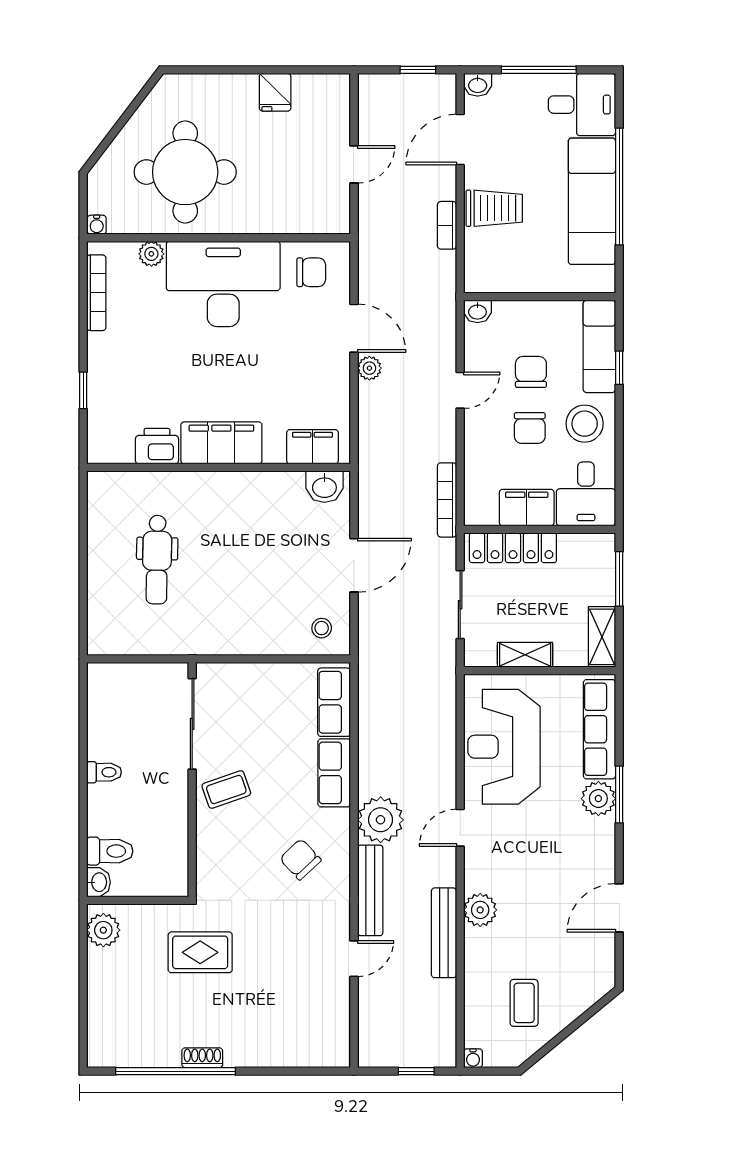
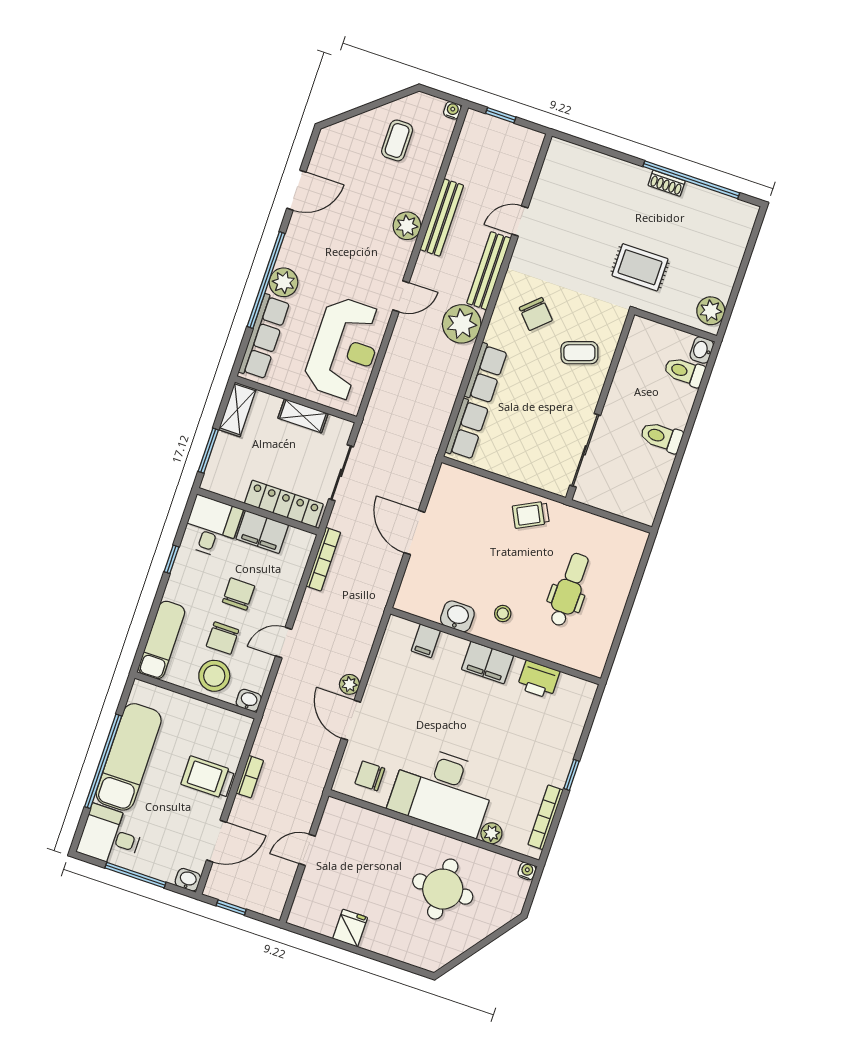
round table: (185, 172) -> (443, 889), width x0.73, depth x0.73
window: (619, 368) -> (171, 559), moved
window: (83, 390) -> (571, 775), moved
stool: (585, 424) -> (214, 676), moved
filing cabinet: (221, 443) -> (487, 662), width x0.67, depth x0.86
filing cabinet: (312, 447) -> (426, 641), width x0.50
washbasin: (324, 487) -> (457, 616), moved
door: (354, 565) -> (414, 532), hinge flipped
stool: (322, 628) -> (503, 614), moved
trolley: (229, 630) -> (531, 515), added
toilet: (104, 772) -> (661, 437), width x1.37, depth x1.39
coffee table: (226, 790) -> (579, 353), moved
window: (619, 794) -> (266, 280), width x2.11

